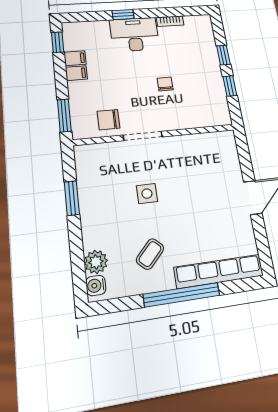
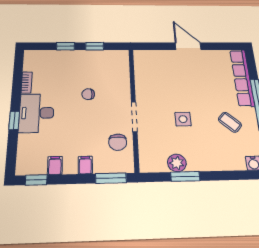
filing cabinet: (76, 73) -> (85, 165), moved
plant: (96, 262) -> (177, 163), moved

